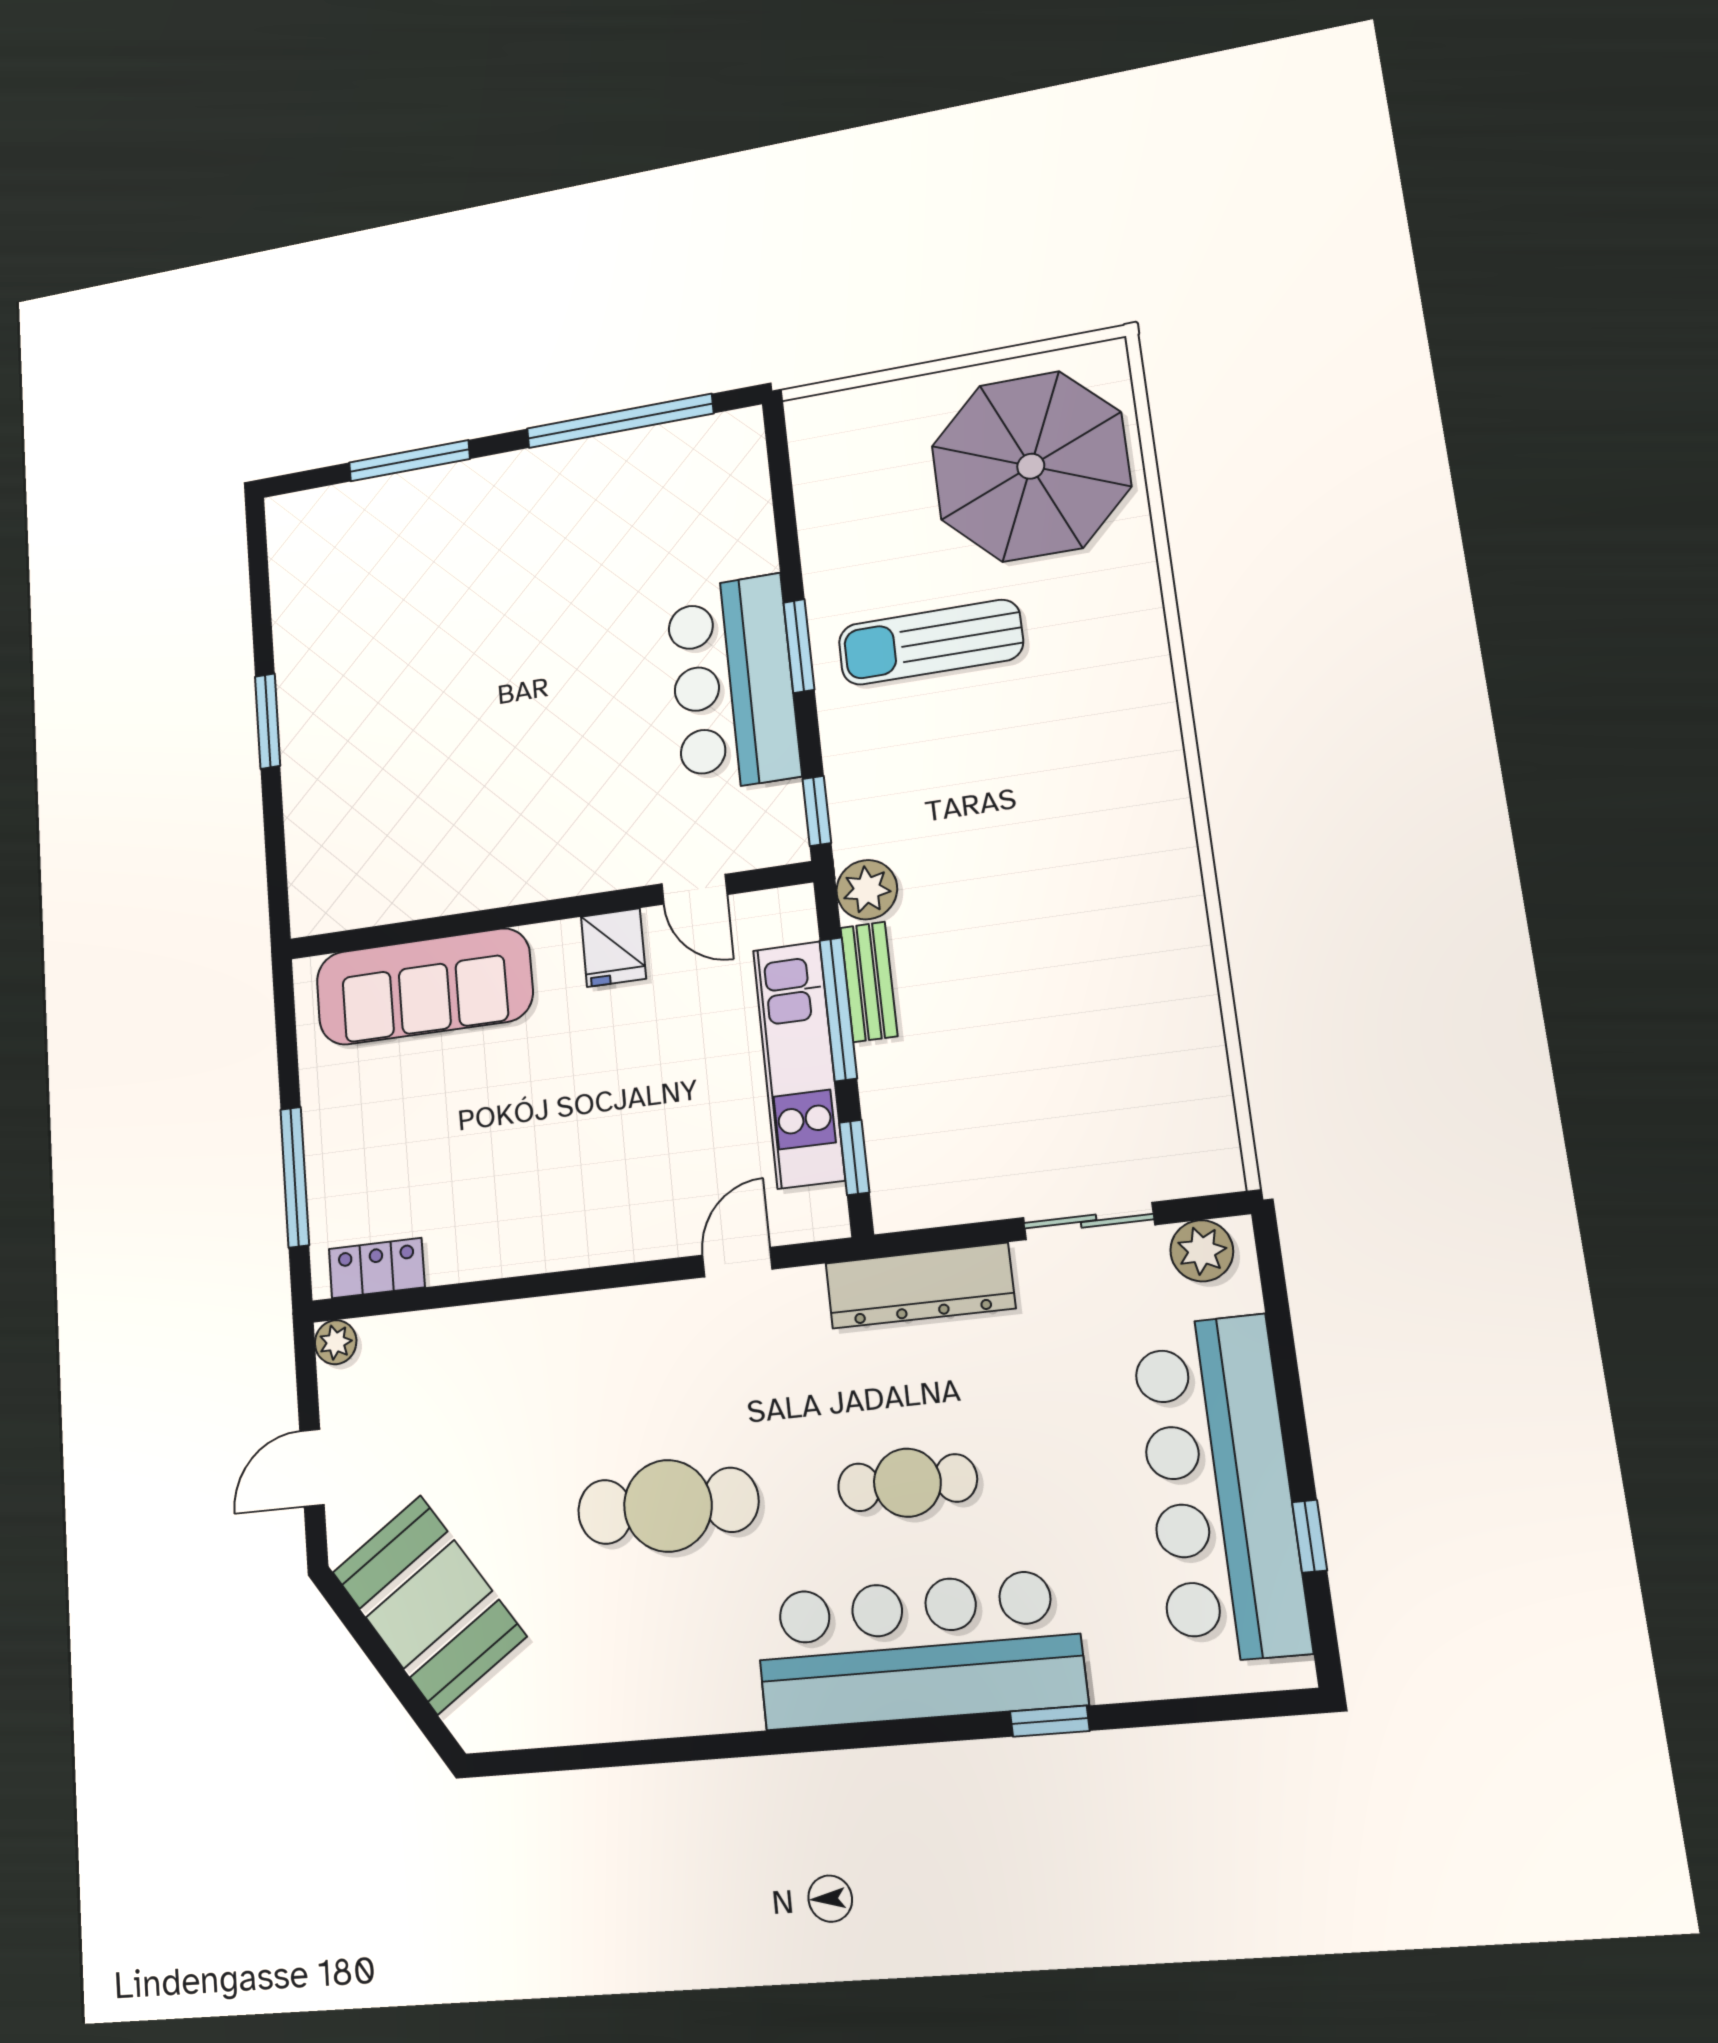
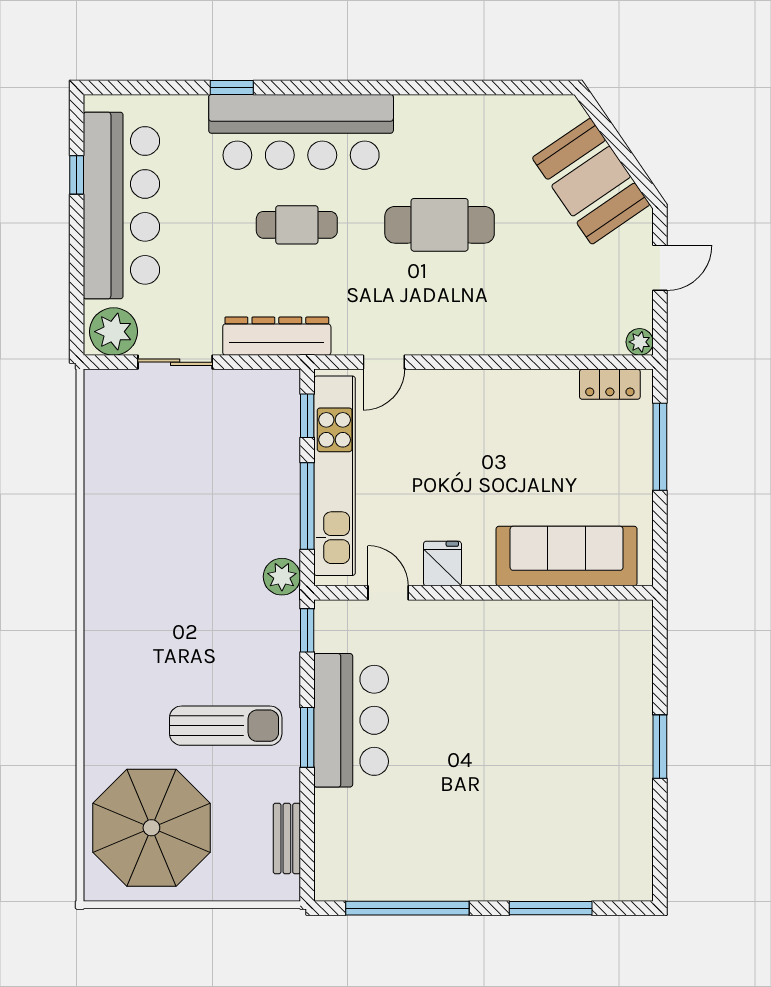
bench: (869, 982) -> (287, 838), moved
kitchen unit: (799, 1064) -> (335, 476), width x1.36
plant: (1202, 1251) -> (114, 332), width x1.36, depth x1.36

